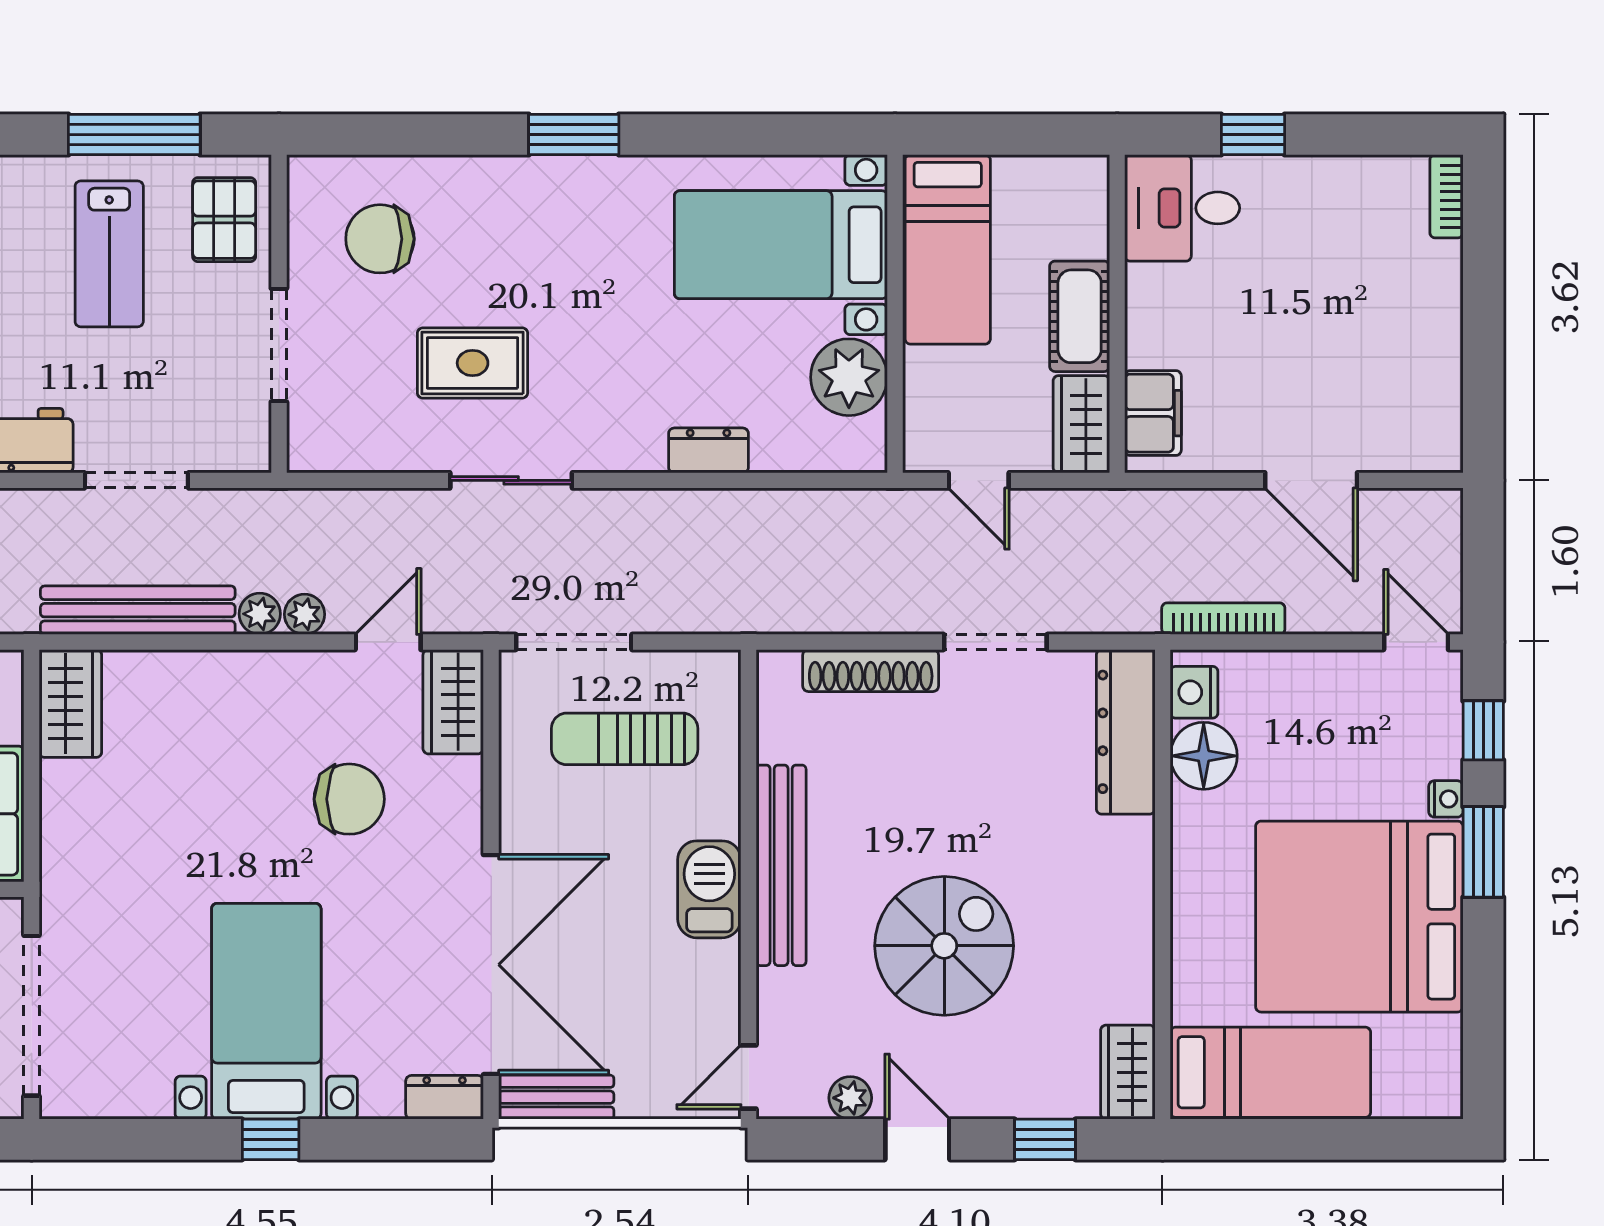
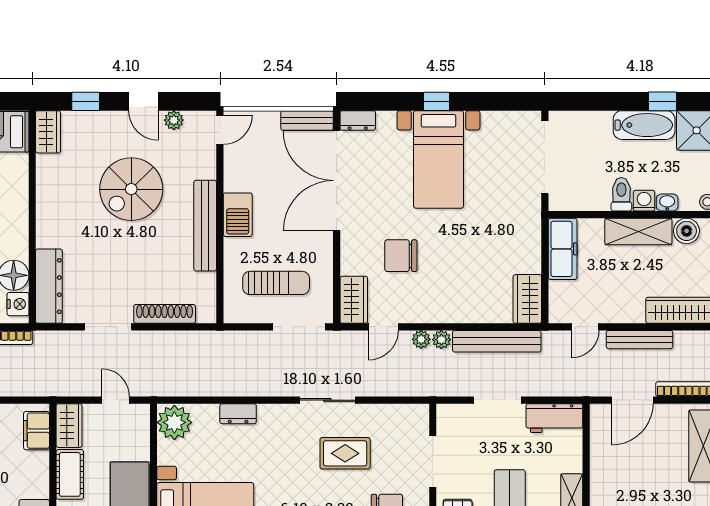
plant: (849, 377) -> (174, 422), moved

